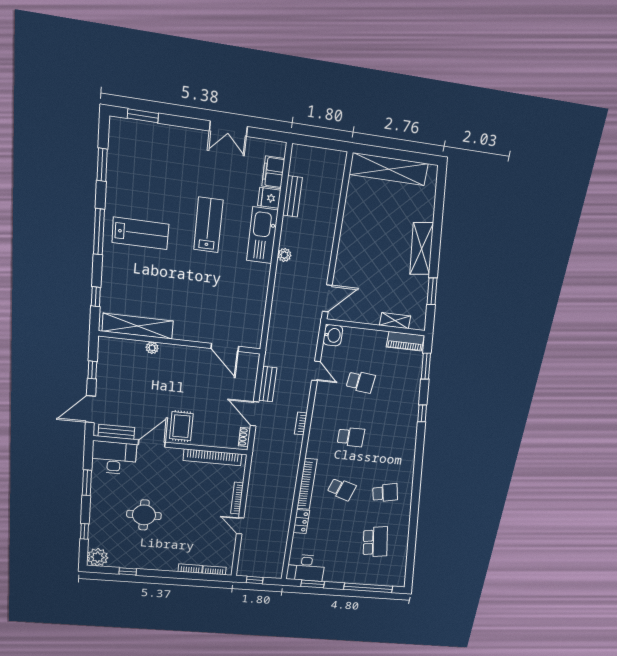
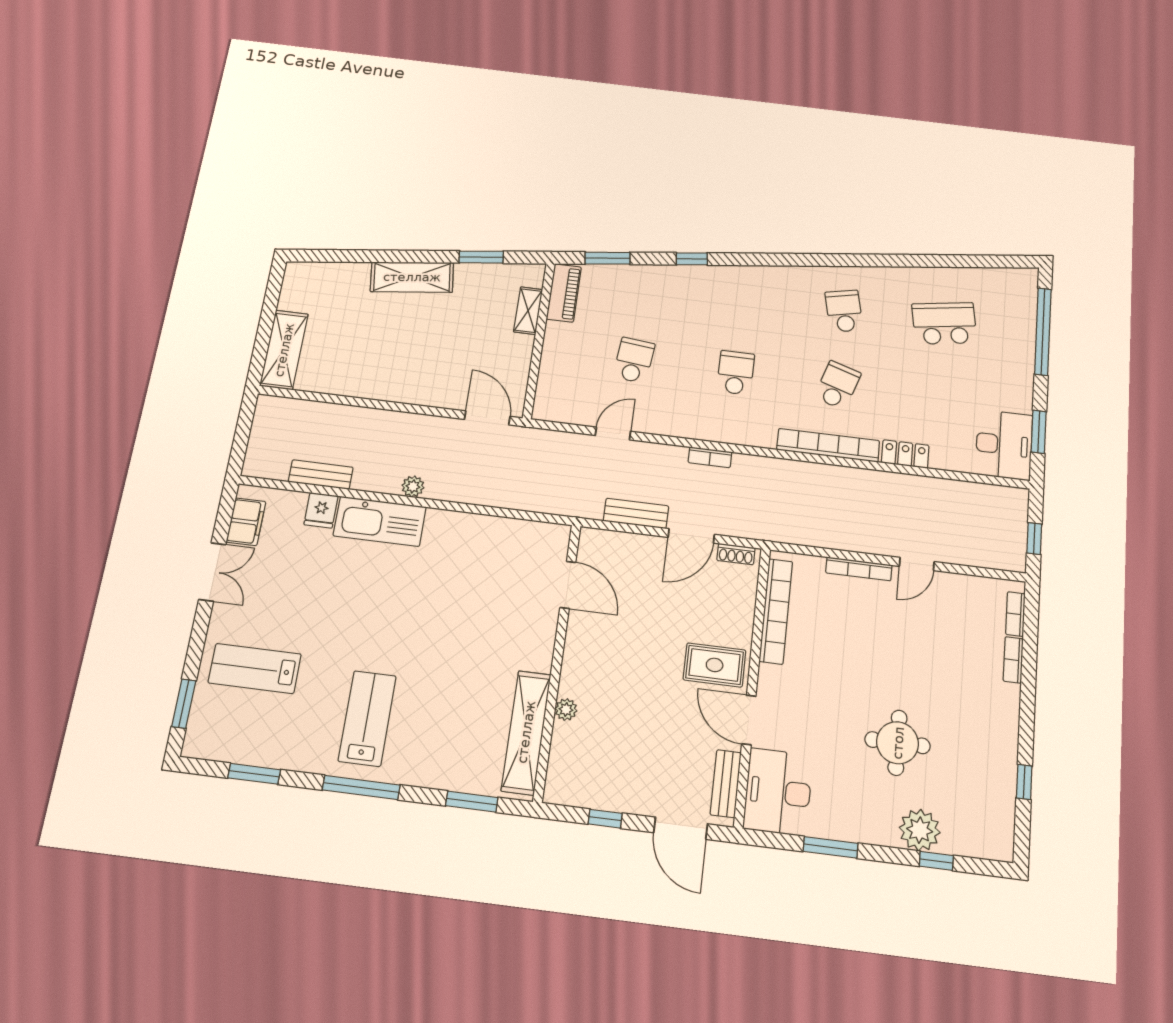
shelving: (389, 169) -> (284, 350), width x0.68
filing cabinet: (273, 172) -> (246, 522), moved, turned -90
lab bench: (208, 225) -> (255, 668), moved
window: (96, 297) -> (472, 802), width x1.50
washbasin: (333, 335) -> (551, 408), removed
door: (225, 347) -> (568, 585), hinge flipped
plant: (98, 557) -> (920, 830), moved

